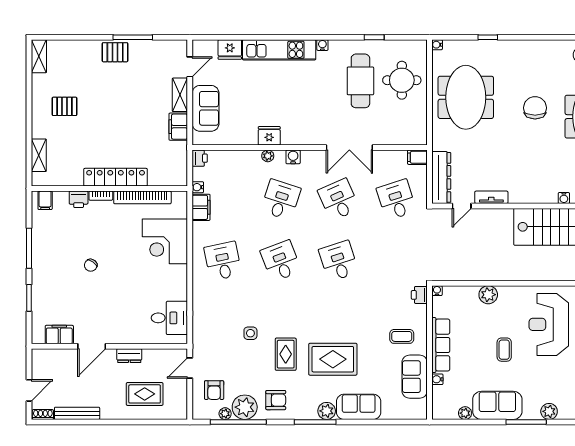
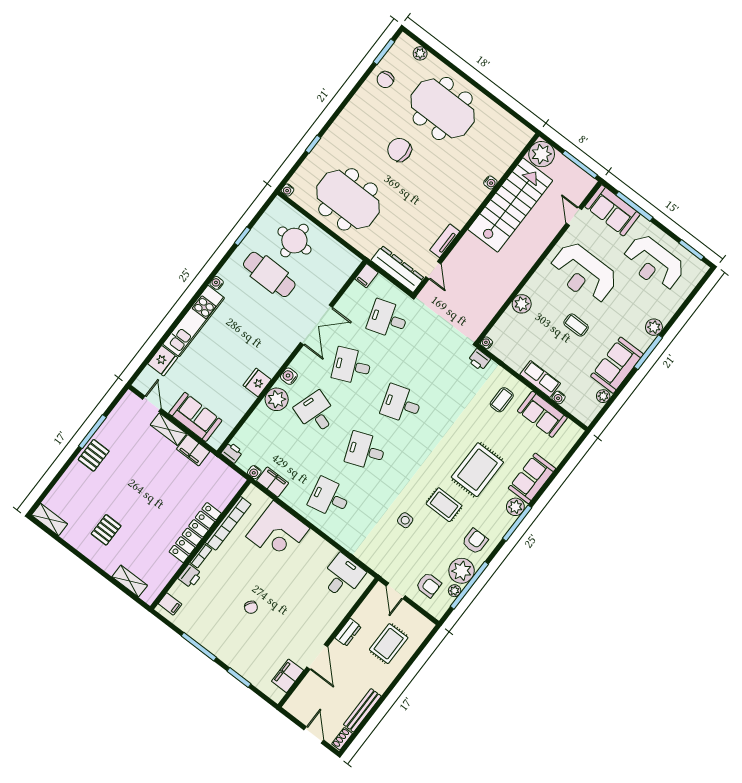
plant: (268, 156) -> (277, 399), width x1.88, depth x1.88
row of seats: (441, 345) -> (540, 379), width x0.68

